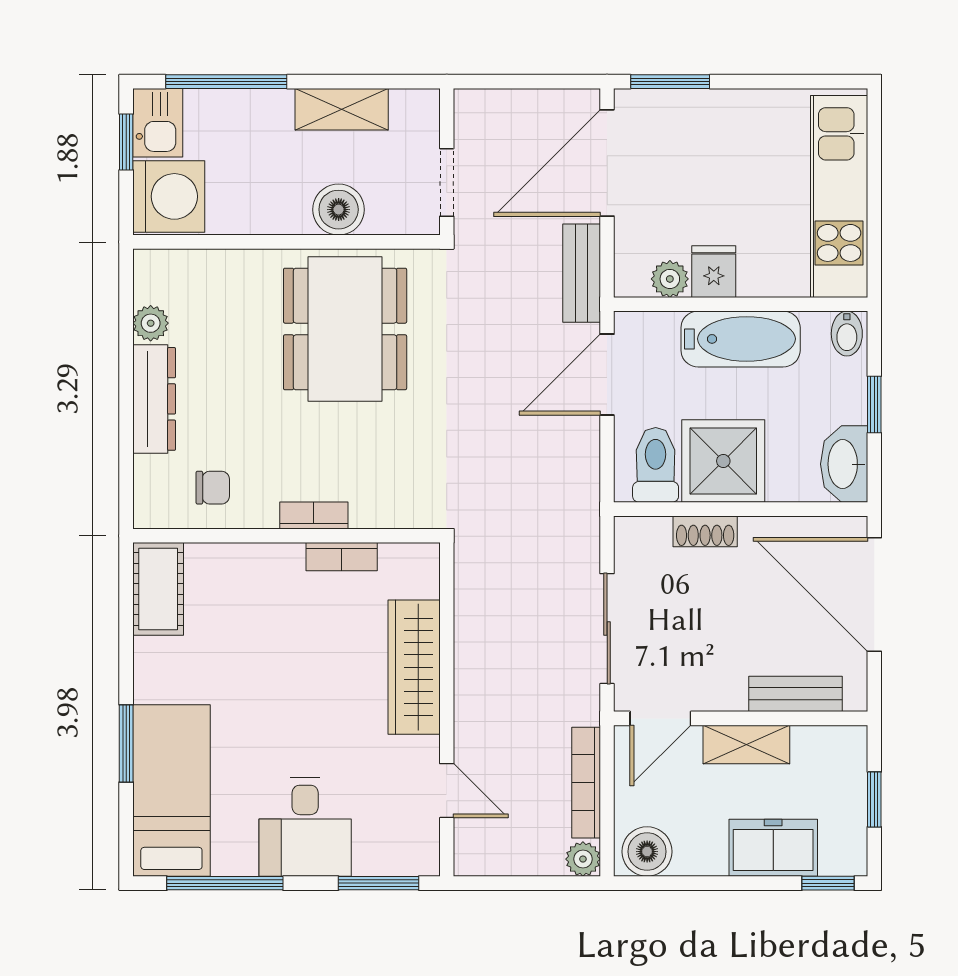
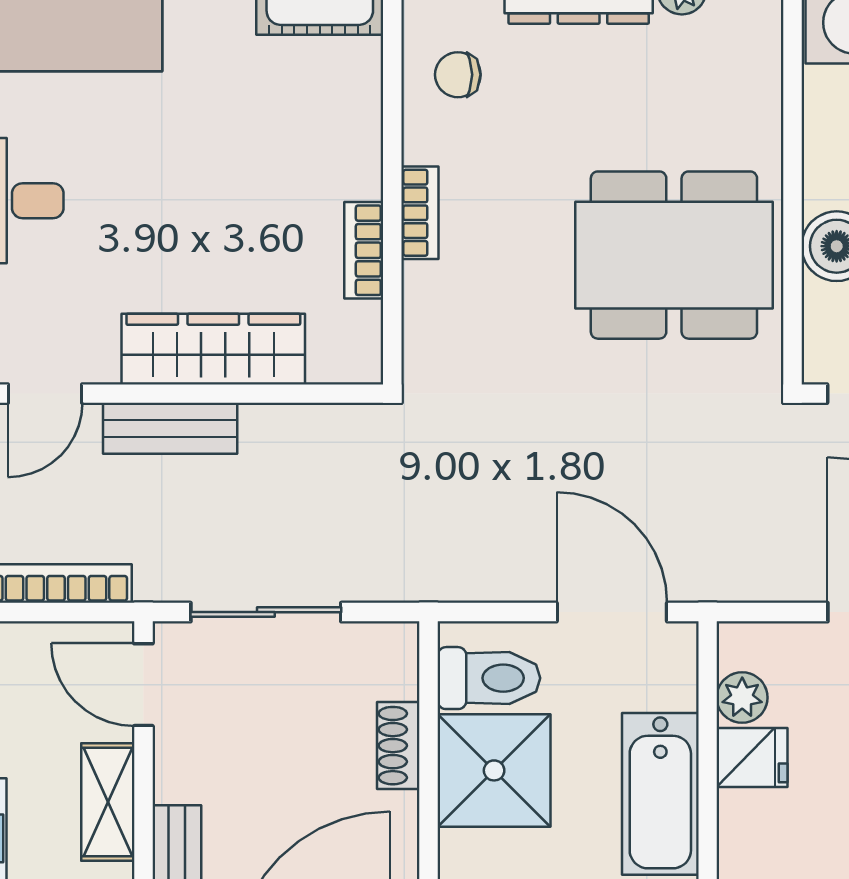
bench: (582, 273) -> (170, 428), moved
chair: (213, 488) -> (458, 75), turned 90

